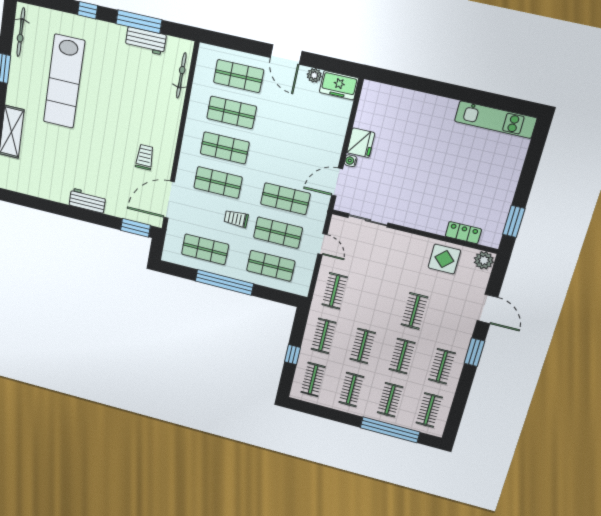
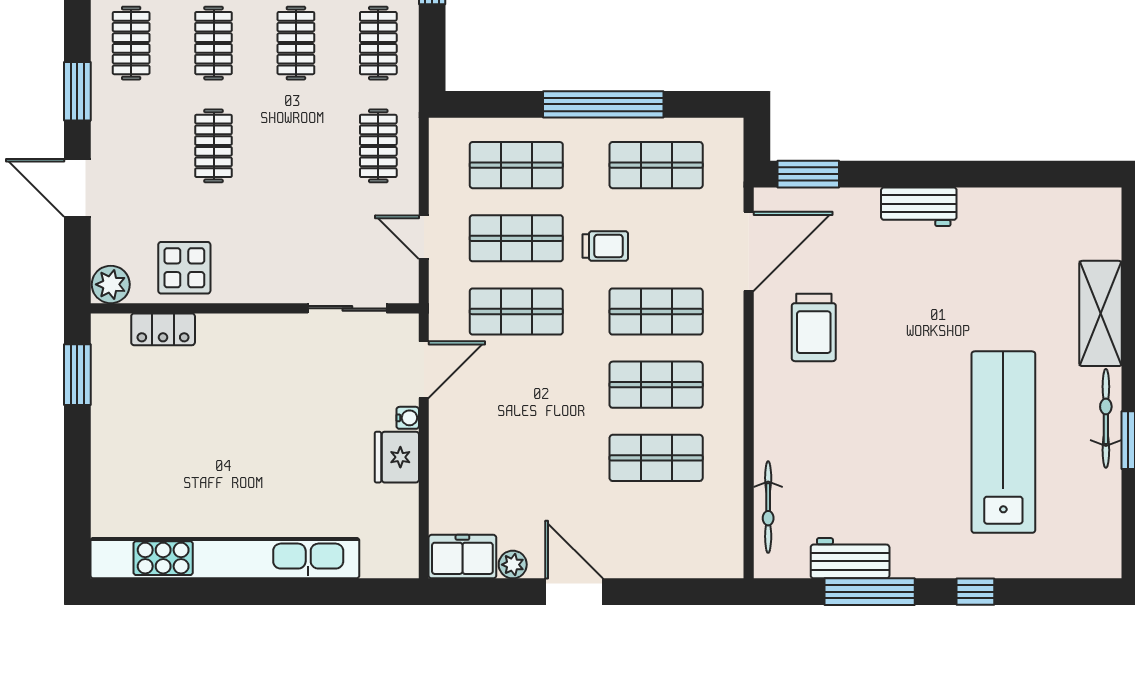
bicycle: (21, 32) -> (1106, 418), moved
shop shelf: (239, 76) -> (656, 531), removed
kitchen unit: (496, 120) -> (225, 558), width x1.86
trolley: (145, 157) -> (814, 327), width x1.36, depth x1.39

